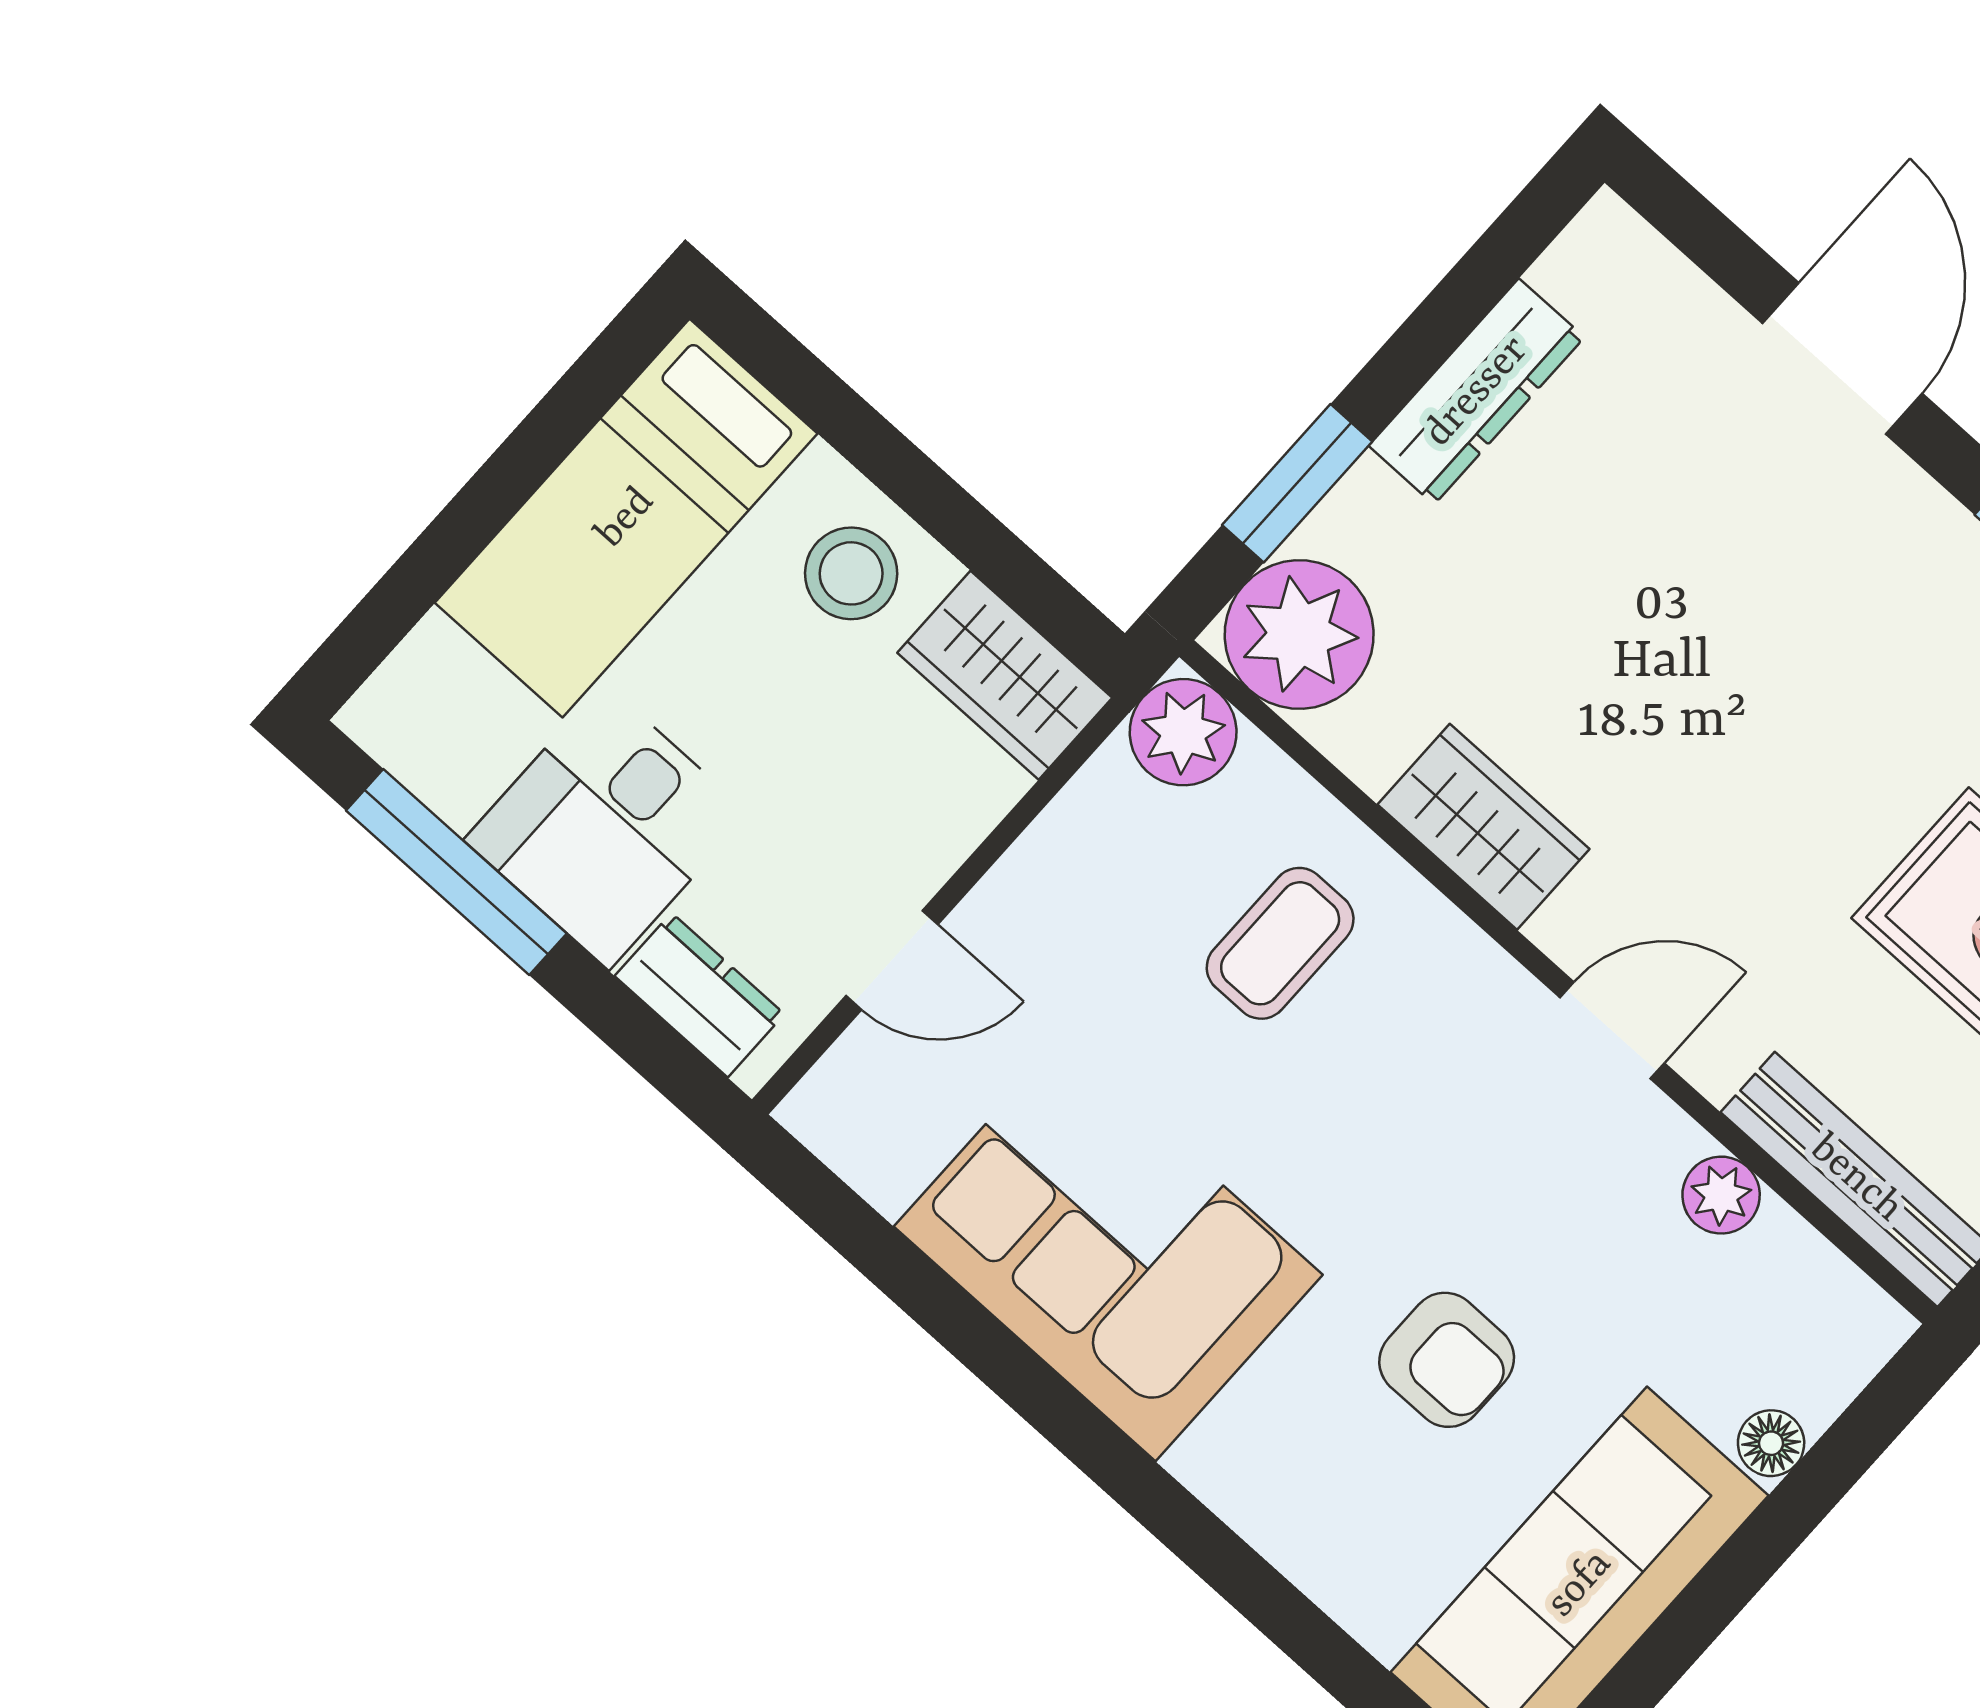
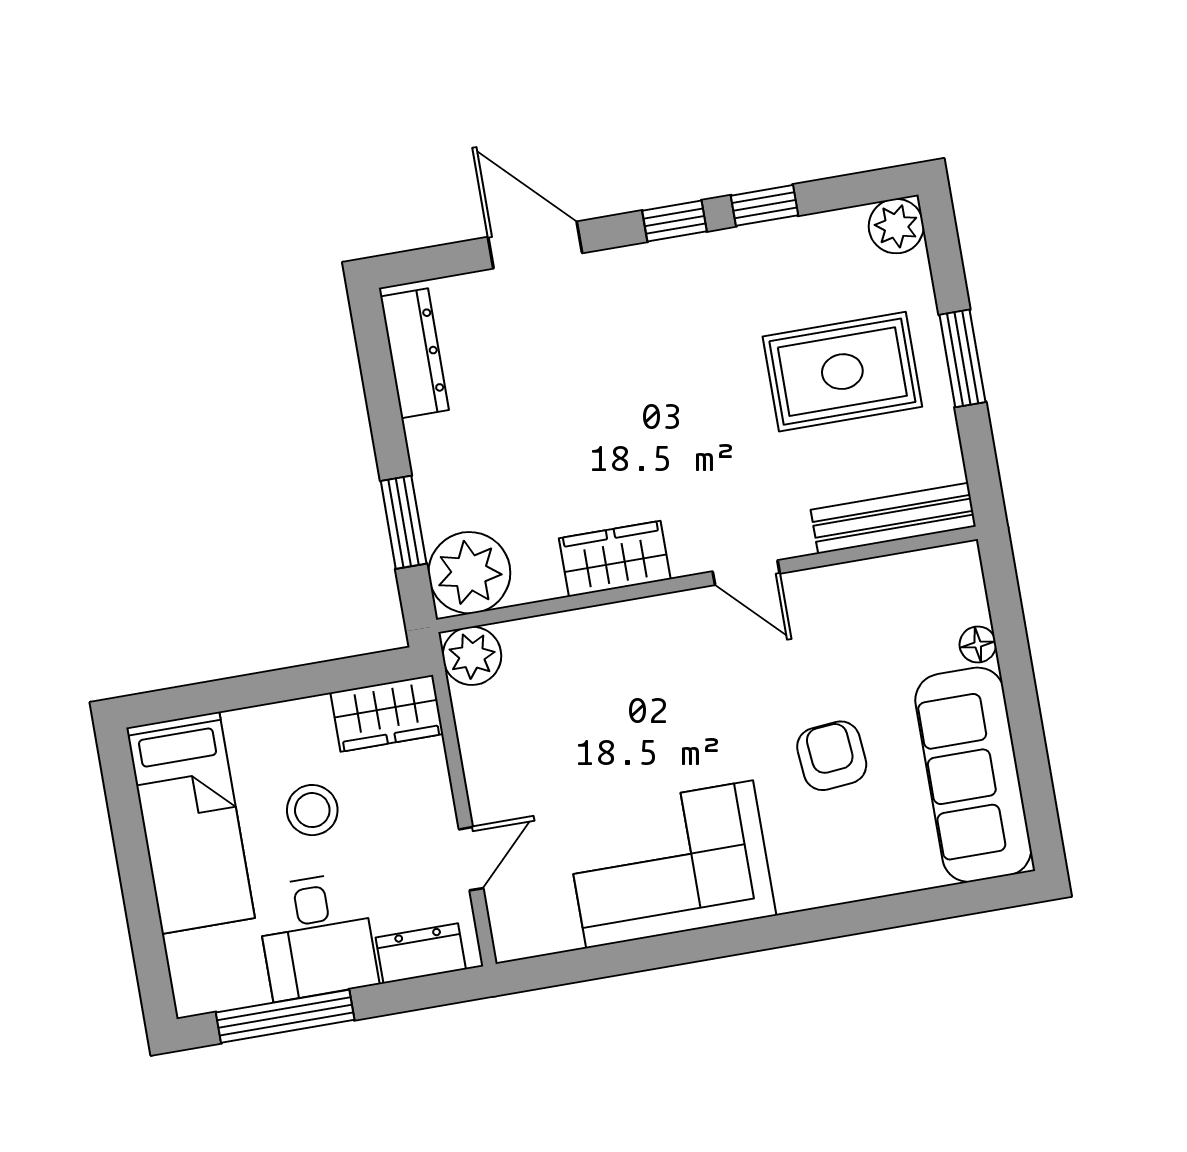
dresser: (1477, 392) -> (415, 353), moved
stool: (851, 573) -> (312, 810), moved
coffee table: (1280, 943) -> (596, 686), removed
door: (1612, 1030) -> (746, 573), swing flipped
plant: (1721, 1195) -> (854, 582), removed
armchair: (1447, 1360) -> (832, 756), turned -95

